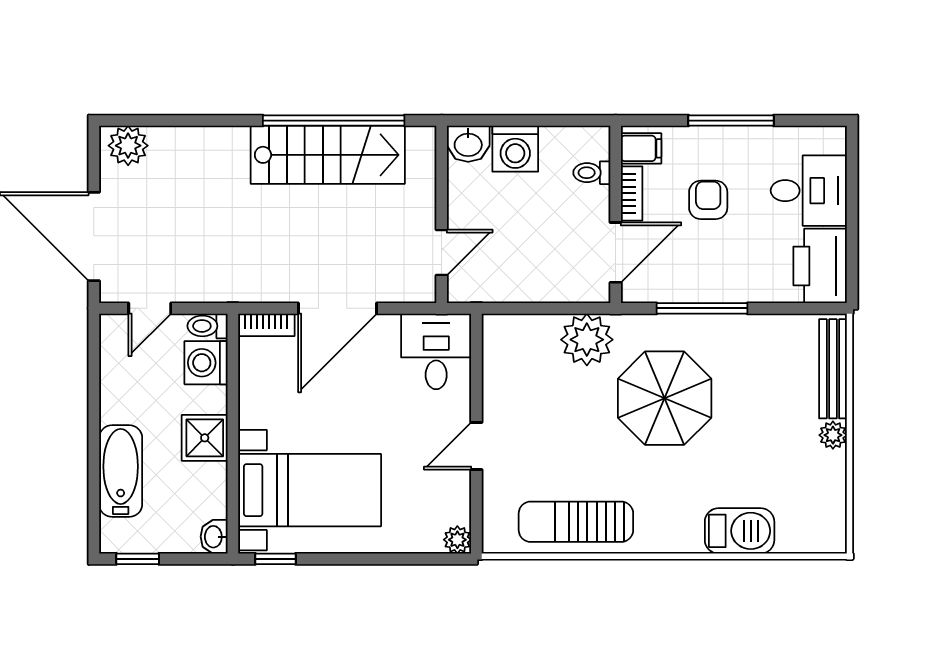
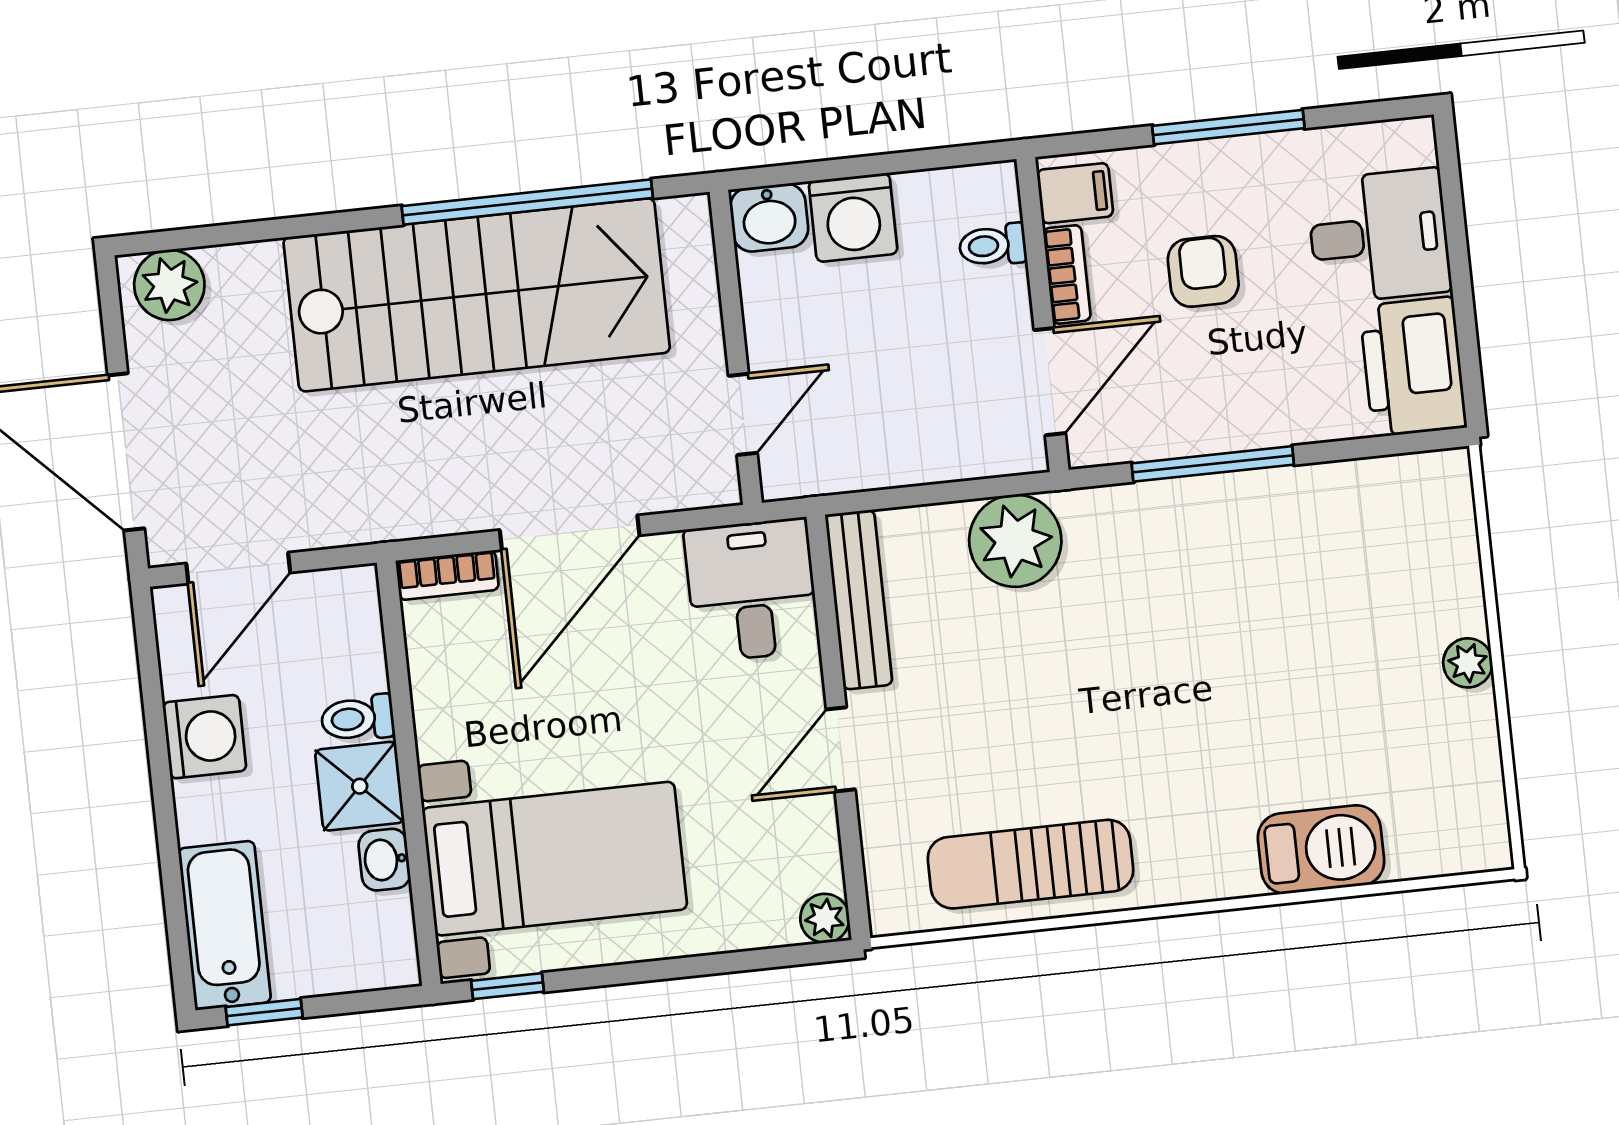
stairs: (328, 155) -> (477, 295), width x1.36, depth x1.51
door: (150, 308) -> (238, 568), width x1.38
toilet: (208, 326) -> (358, 718), moved
washing machine: (206, 363) -> (204, 737), moved, turned 180
bench: (833, 369) -> (859, 600), moved
parasol: (665, 398) -> (1164, 629), removed
bathtub: (121, 471) -> (225, 925), moved
washbasin: (214, 537) -> (384, 860), moved

